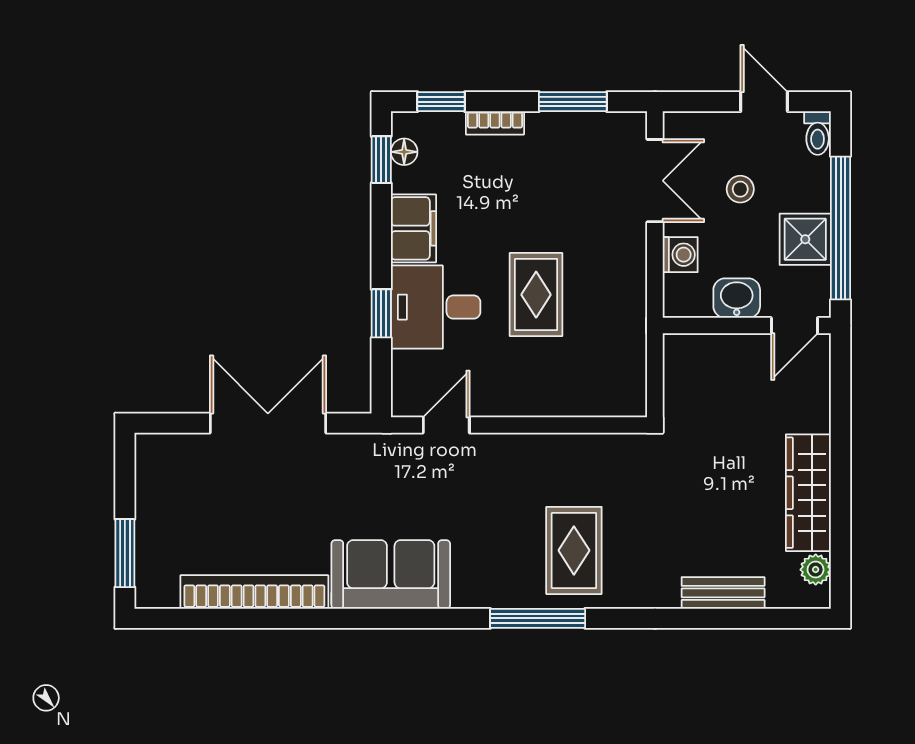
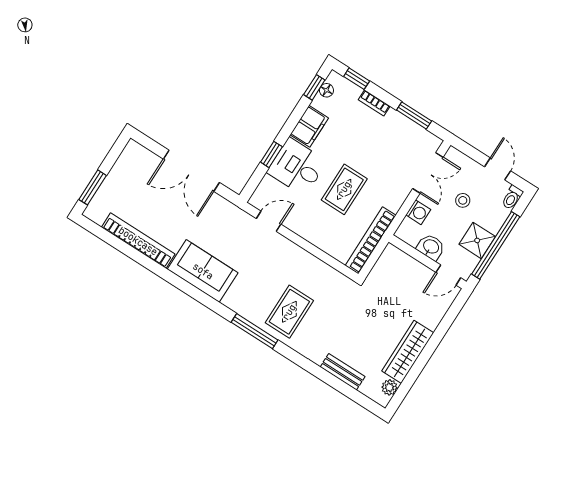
bookcase: (632, 350) -> (371, 240), added
double door: (268, 423) -> (191, 171), swing flipped

